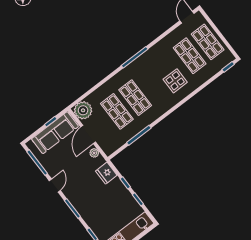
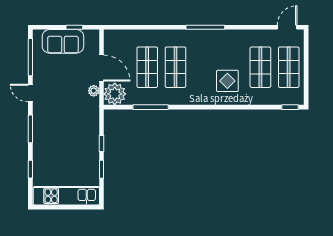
plant: (83, 110) -> (115, 94), moved
sofa: (55, 133) -> (63, 41), width x0.73
door: (88, 135) -> (101, 68), swing flipped
fridge: (106, 173) -> (90, 120), removed
door: (55, 186) -> (30, 93), swing flipped

